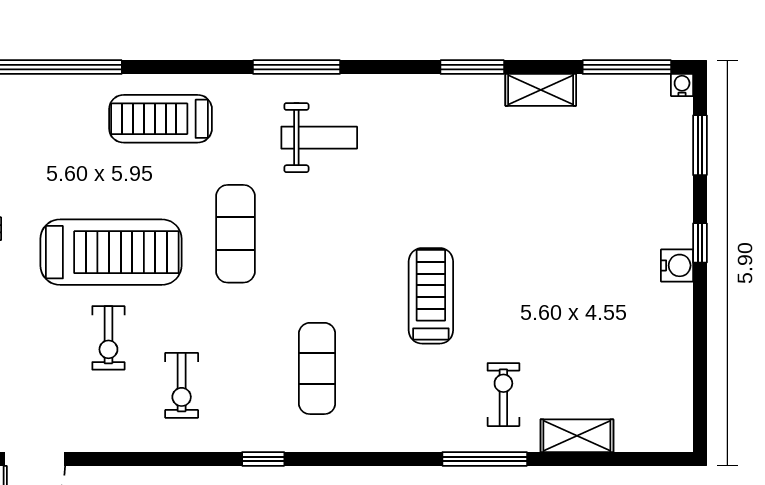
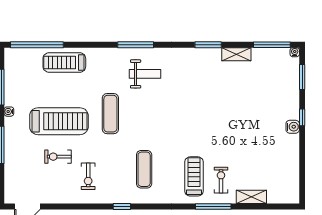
treadmill: (161, 119) -> (64, 62), moved
treadmill: (431, 296) -> (194, 176), moved
exercise bike: (108, 338) -> (58, 157), turned 90

